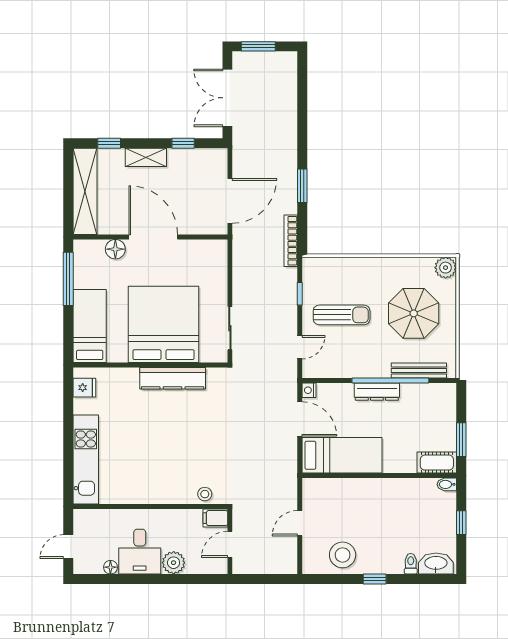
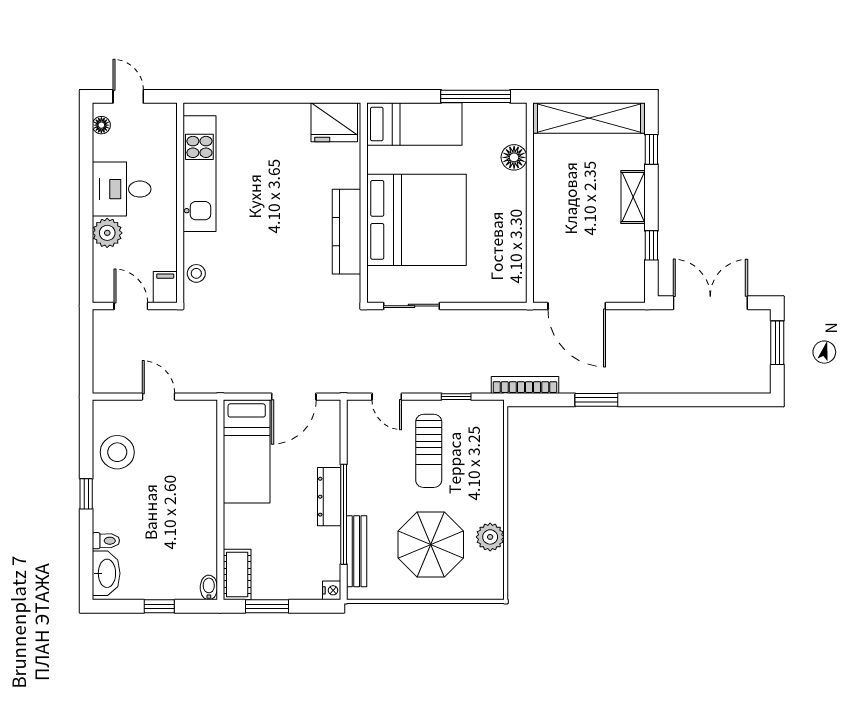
door: (153, 237) -> (530, 207), removed
plant: (446, 268) -> (490, 537), moved
fridge: (84, 388) -> (334, 122), width x1.88, depth x1.34
nightstand: (309, 390) -> (332, 590), moved, turned 90
kitchen unit: (86, 460) -> (199, 174), moved, turned -90
floor lamp: (110, 567) -> (101, 125), moved

